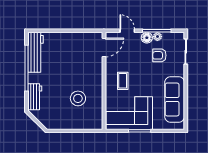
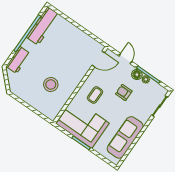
armchair: (159, 55) -> (124, 93), moved

